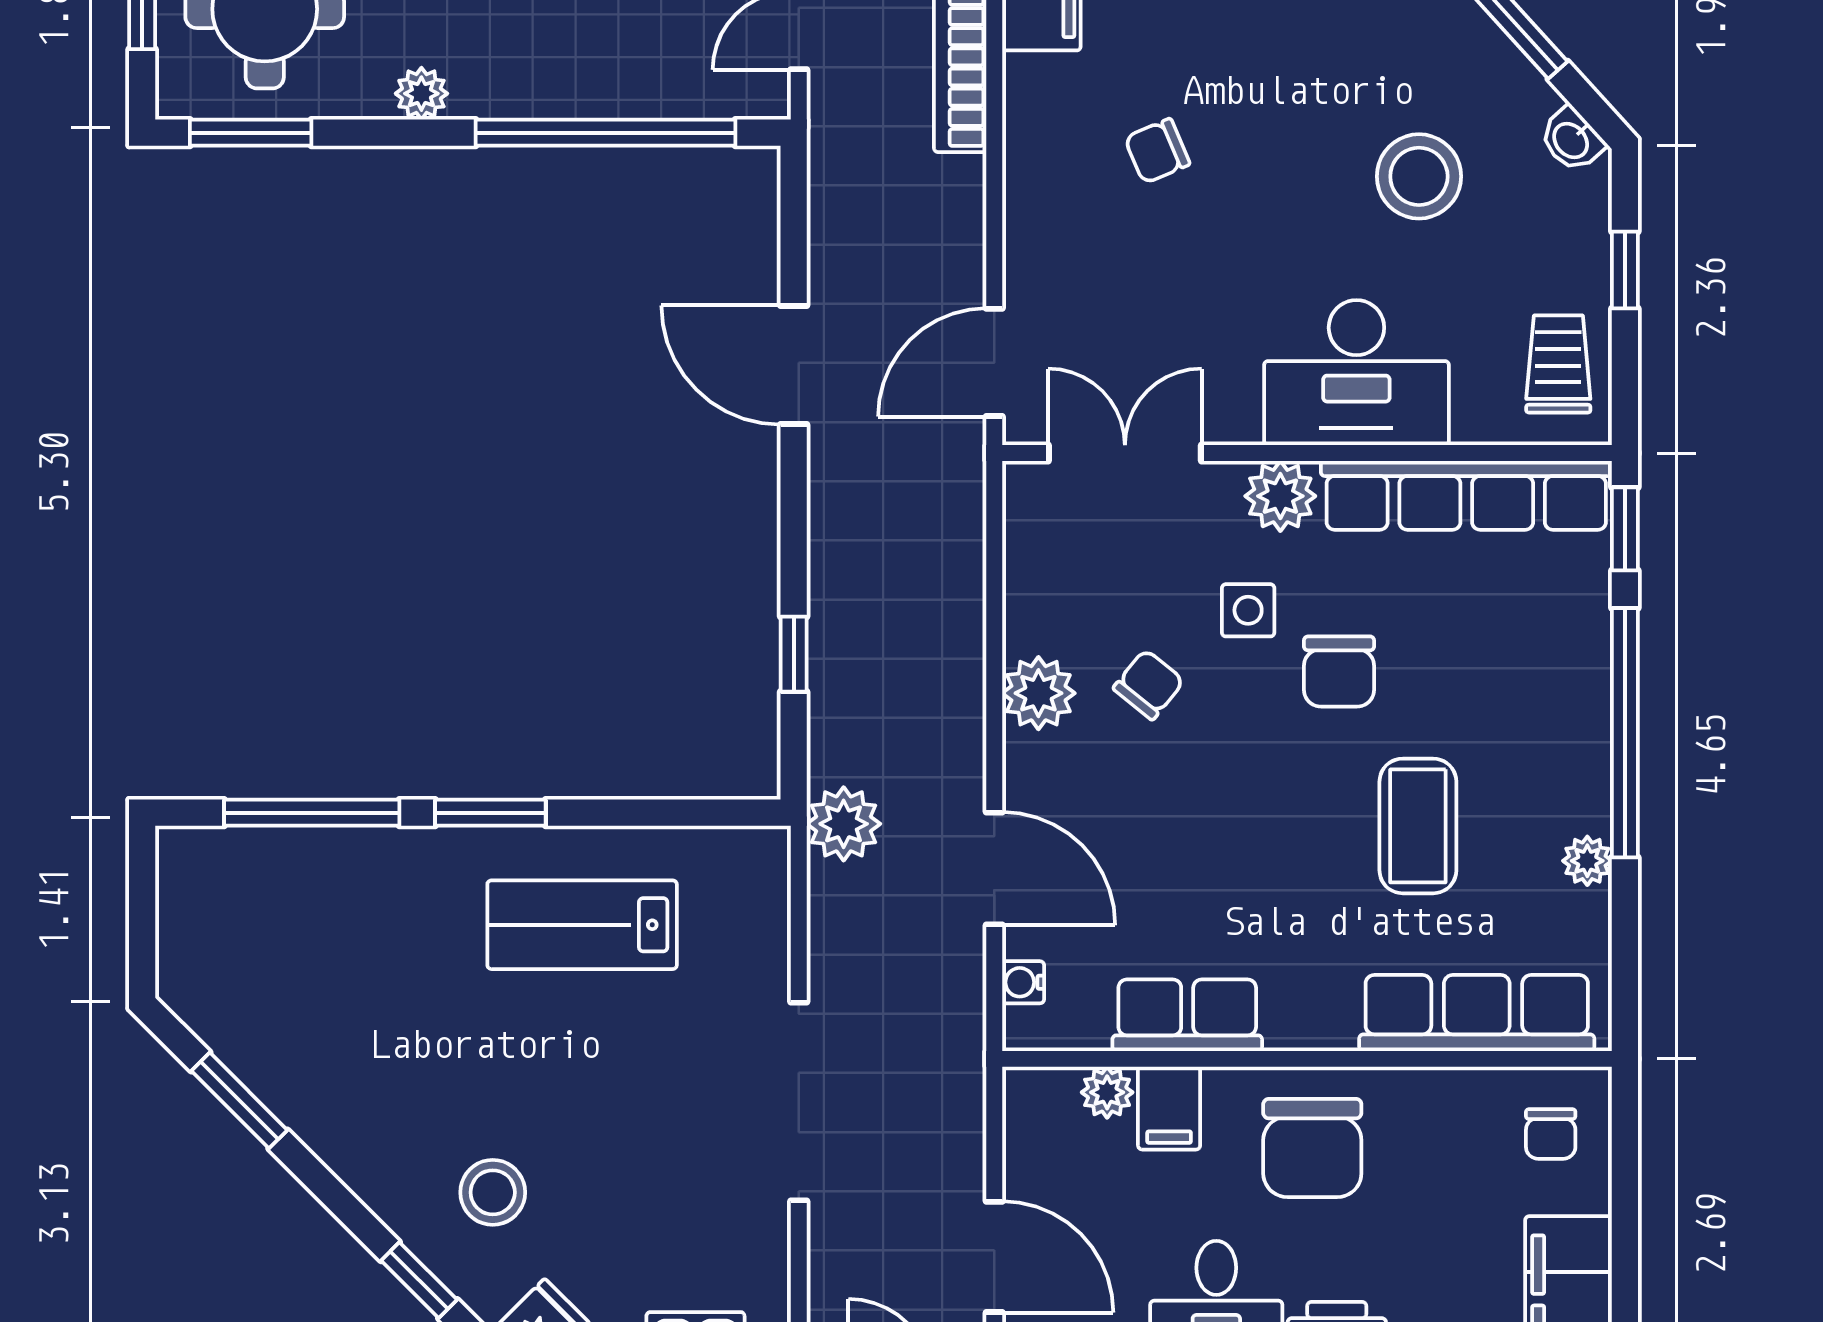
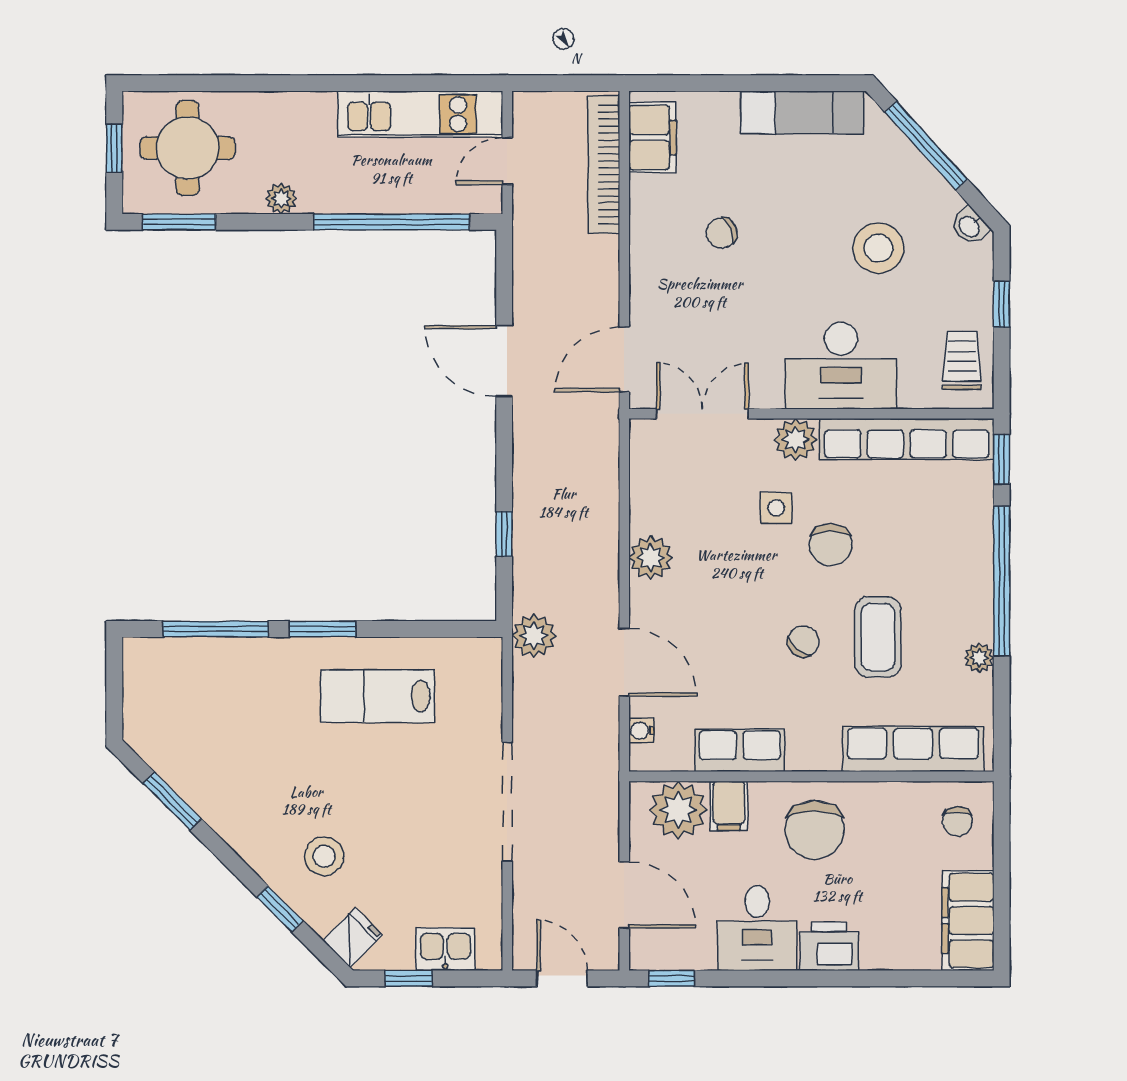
chair: (1149, 685) -> (803, 641), moved
plant: (1107, 1092) -> (678, 810), width x1.87, depth x1.87

